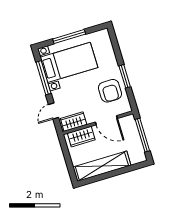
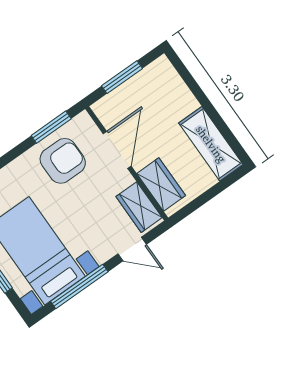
window: (125, 76) -> (51, 127), moved
window: (142, 135) -> (122, 77), width x0.69
shelving: (102, 166) -> (211, 144), width x0.68

